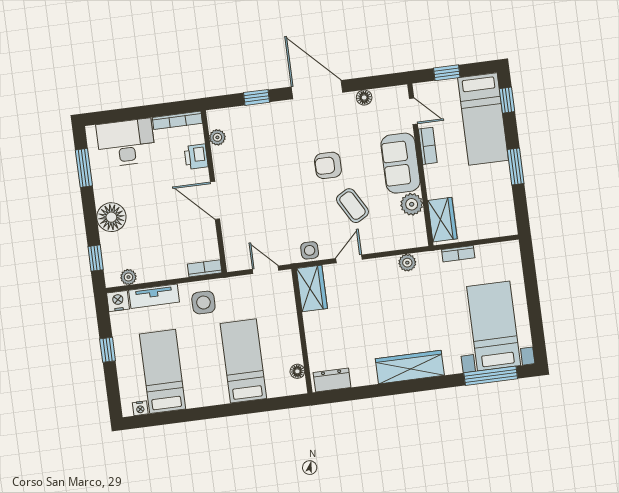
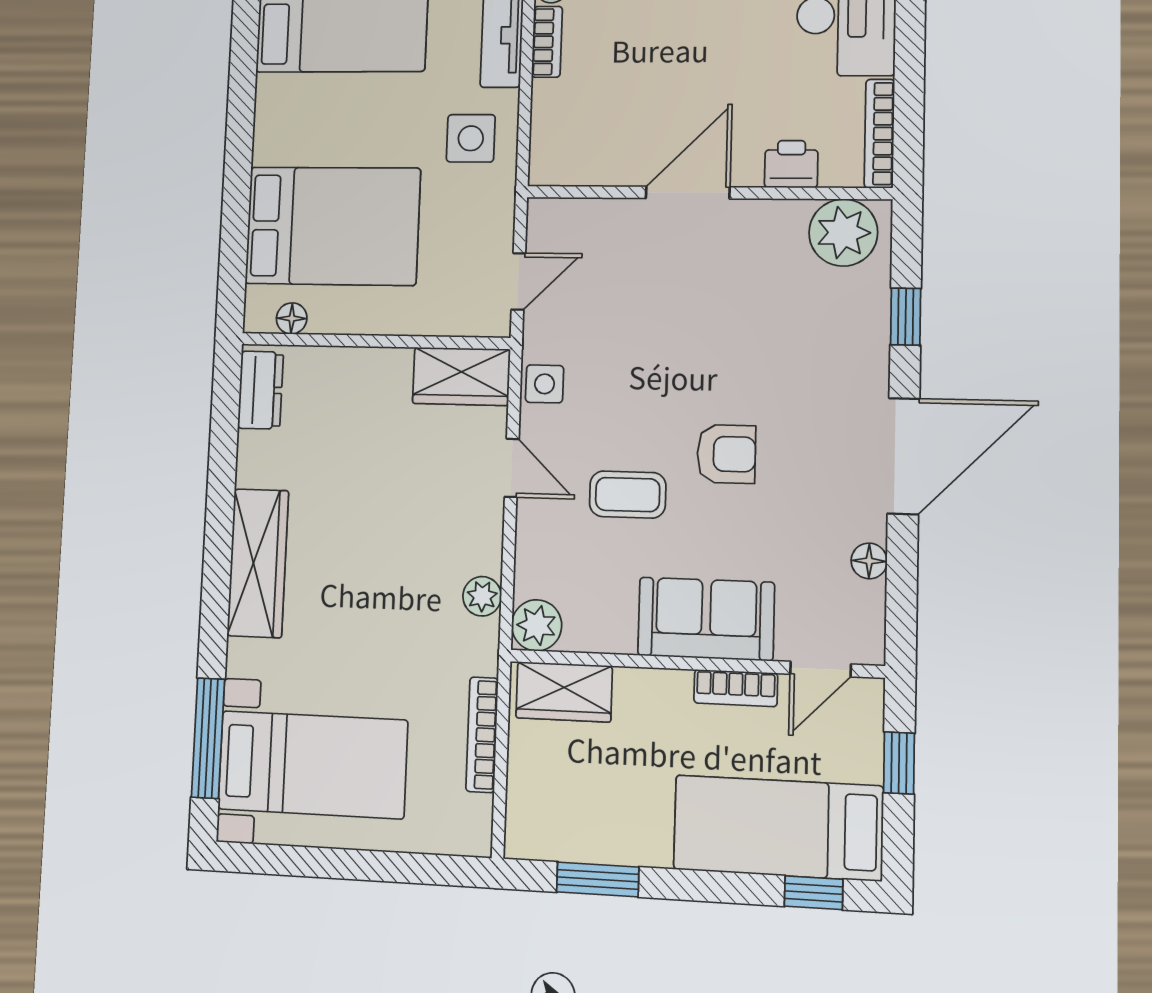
plant: (217, 137) -> (843, 233), width x1.88, depth x1.88
armchair: (328, 165) -> (726, 454), turned 90
window: (516, 166) -> (598, 879), moved
plant: (412, 204) -> (537, 625), moved
coffee table: (352, 206) -> (628, 495), turned 30
bookcase: (458, 254) -> (482, 735), width x1.56
bookcase: (205, 268) -> (547, 42), moved
bed: (243, 361) -> (333, 226), width x1.50

